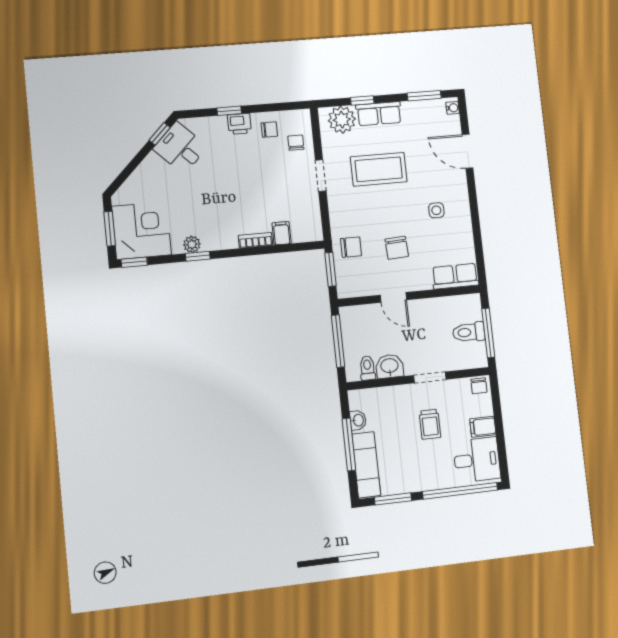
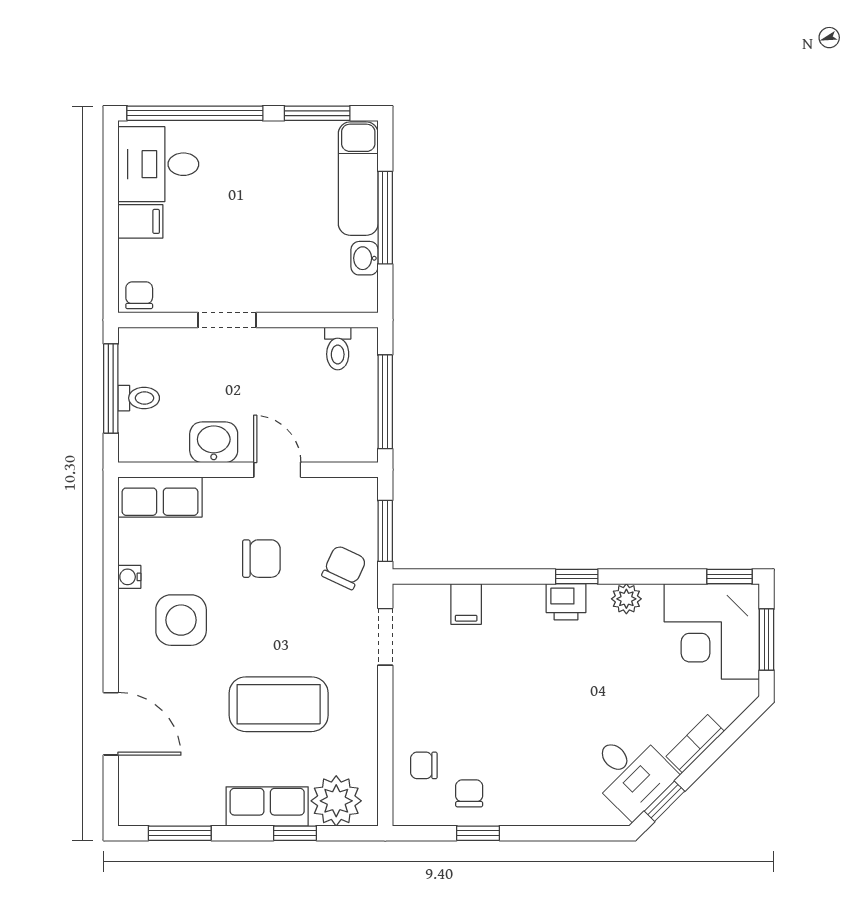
water cooler: (453, 108) -> (129, 577), moved
window: (229, 111) -> (478, 833), moved
printer: (239, 124) -> (566, 602), moved, turned 180
chair: (269, 130) -> (469, 793), turned 90
chair: (296, 143) -> (424, 765), turned 90
doorway: (321, 176) -> (385, 637), moved
side table: (436, 210) -> (181, 620), width x1.87, depth x1.87
bookcase: (256, 240) -> (695, 744), moved, turned 135
chair: (351, 247) -> (344, 567), turned 115
chair: (397, 248) -> (261, 559), turned 93
window: (198, 256) -> (577, 577), moved
toilet: (469, 332) -> (139, 398), width x0.73, depth x0.72
washbasin: (389, 366) -> (214, 442), moved, turned 180
trolley: (430, 424) -> (236, 237), removed

